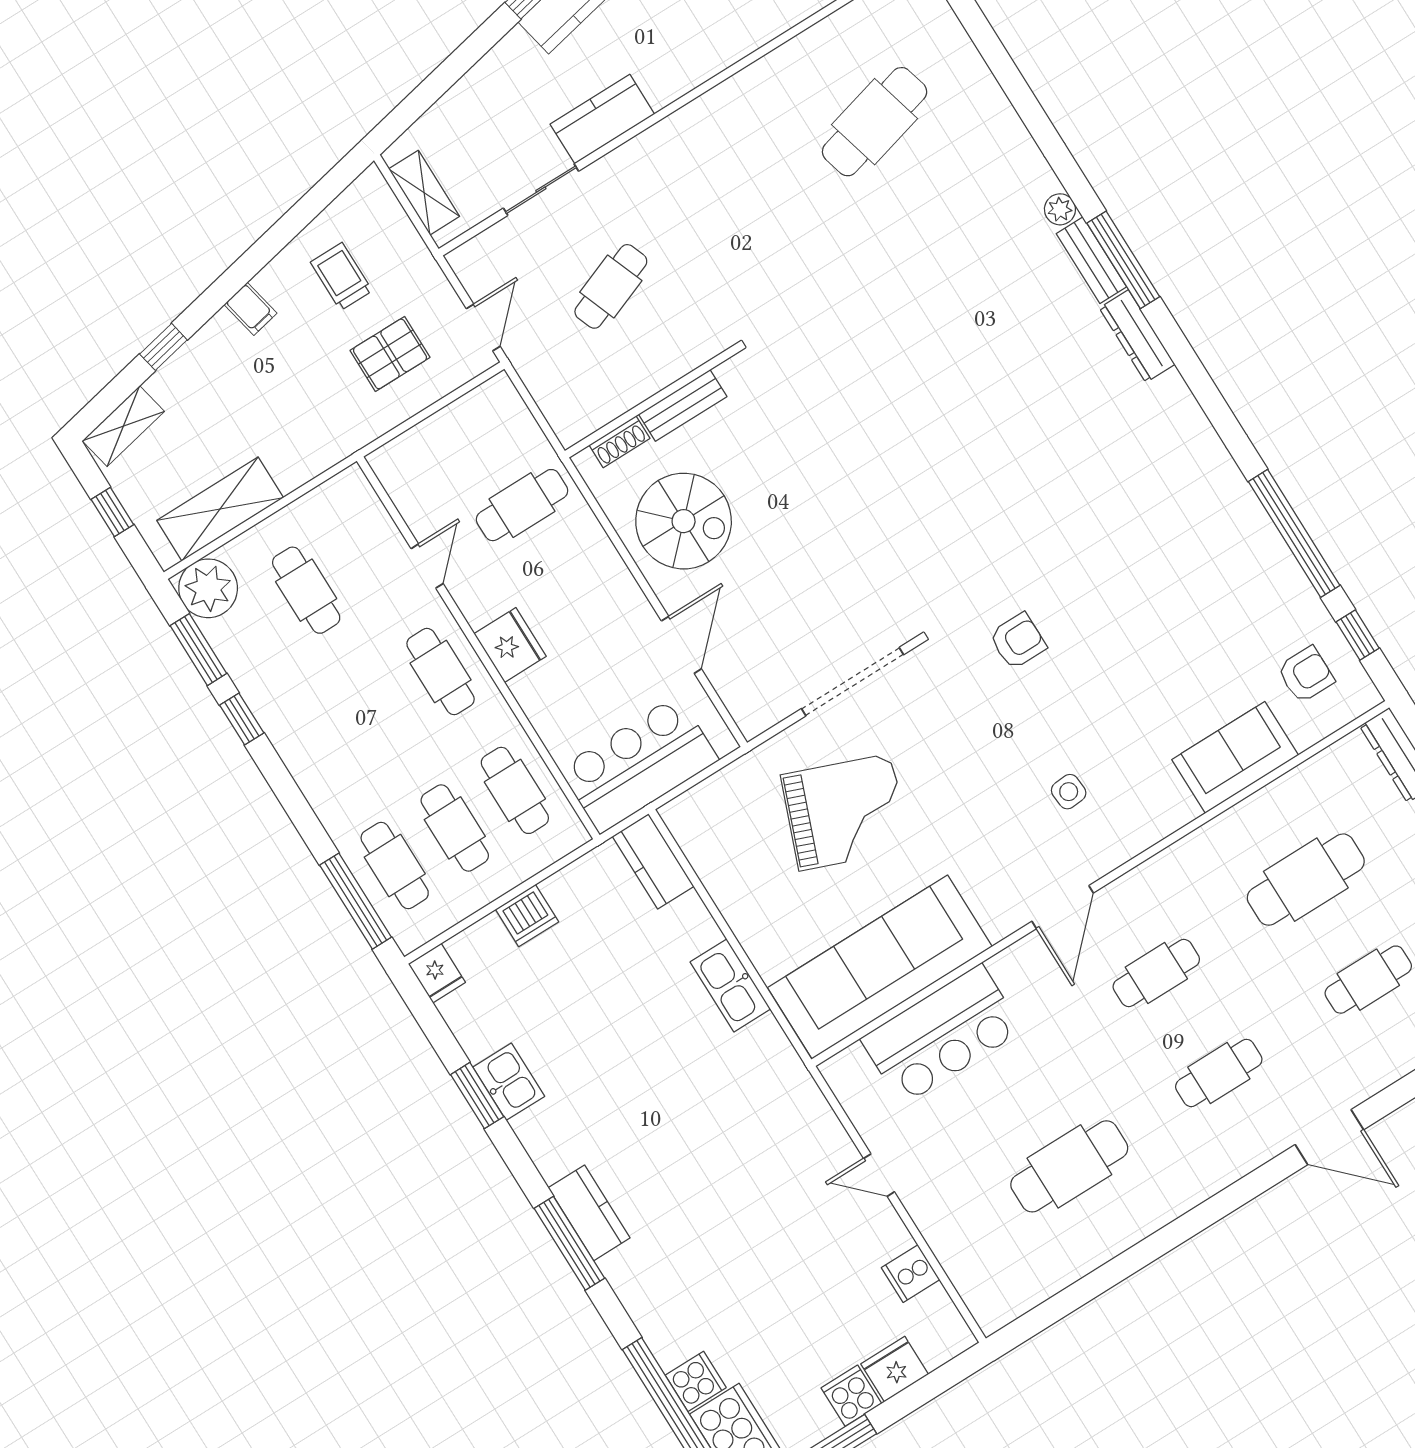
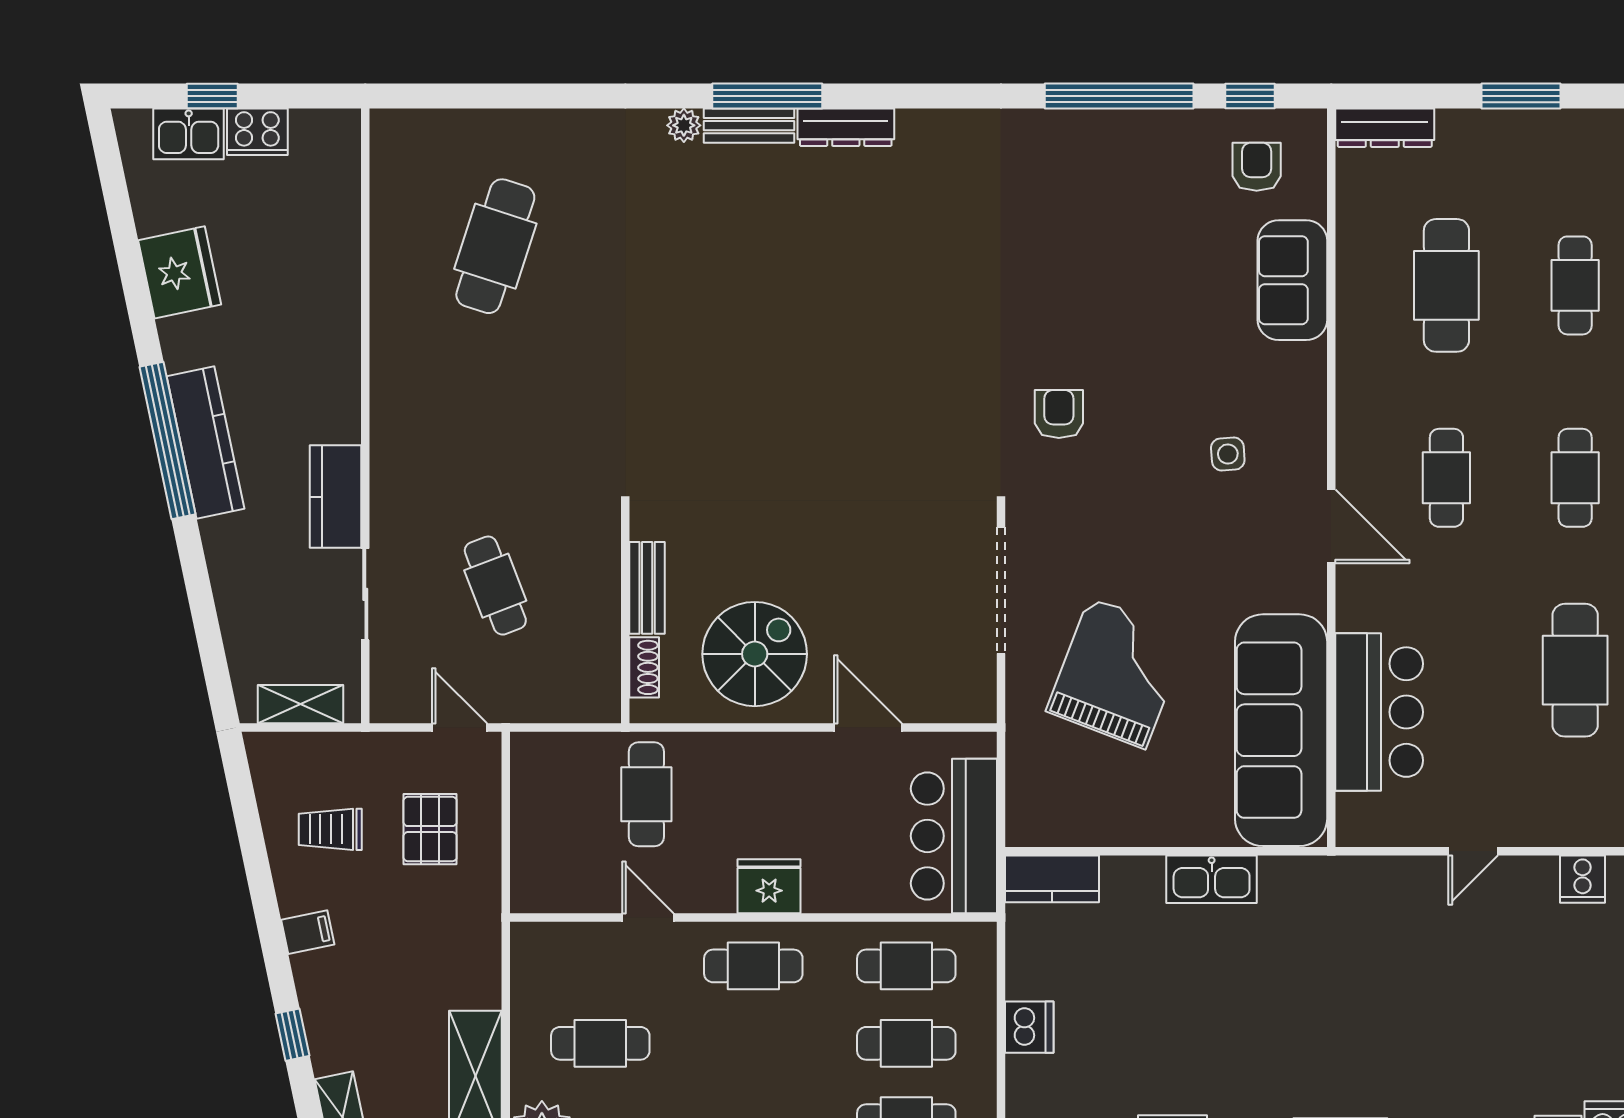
cafe table: (875, 122) -> (495, 246), turned 33

